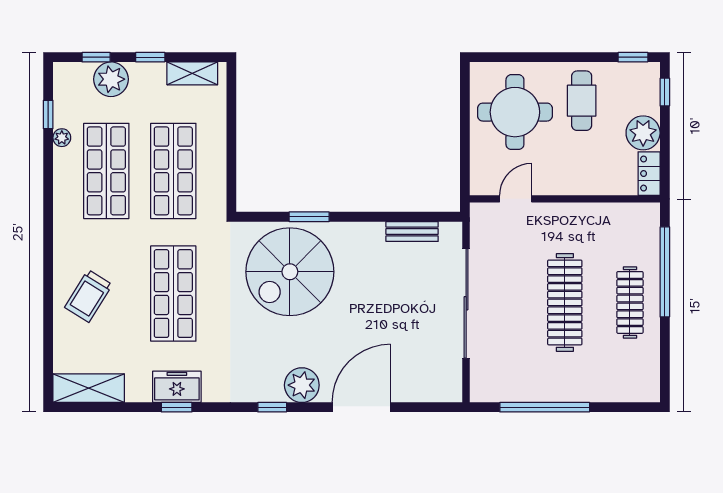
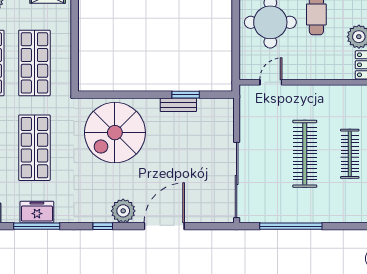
window: (309, 217) -> (186, 95), moved
bench: (412, 231) -> (178, 105), moved
sliding door: (466, 303) -> (237, 180), moved
window: (177, 407) -> (37, 226), width x2.17

